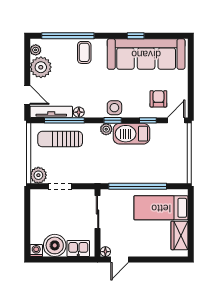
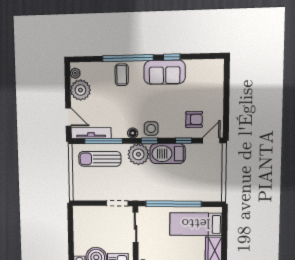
window: (68, 36) -> (128, 58), moved
sofa: (146, 54) -> (165, 72), width x0.54, depth x0.79
armchair: (158, 99) -> (194, 119), turned 90
floor lamp: (79, 112) -> (133, 133), moved
plant: (106, 129) -> (138, 154), width x1.88, depth x1.88
plant: (38, 175) -> (80, 193), removed
doorway: (60, 186) -> (117, 203), moved

